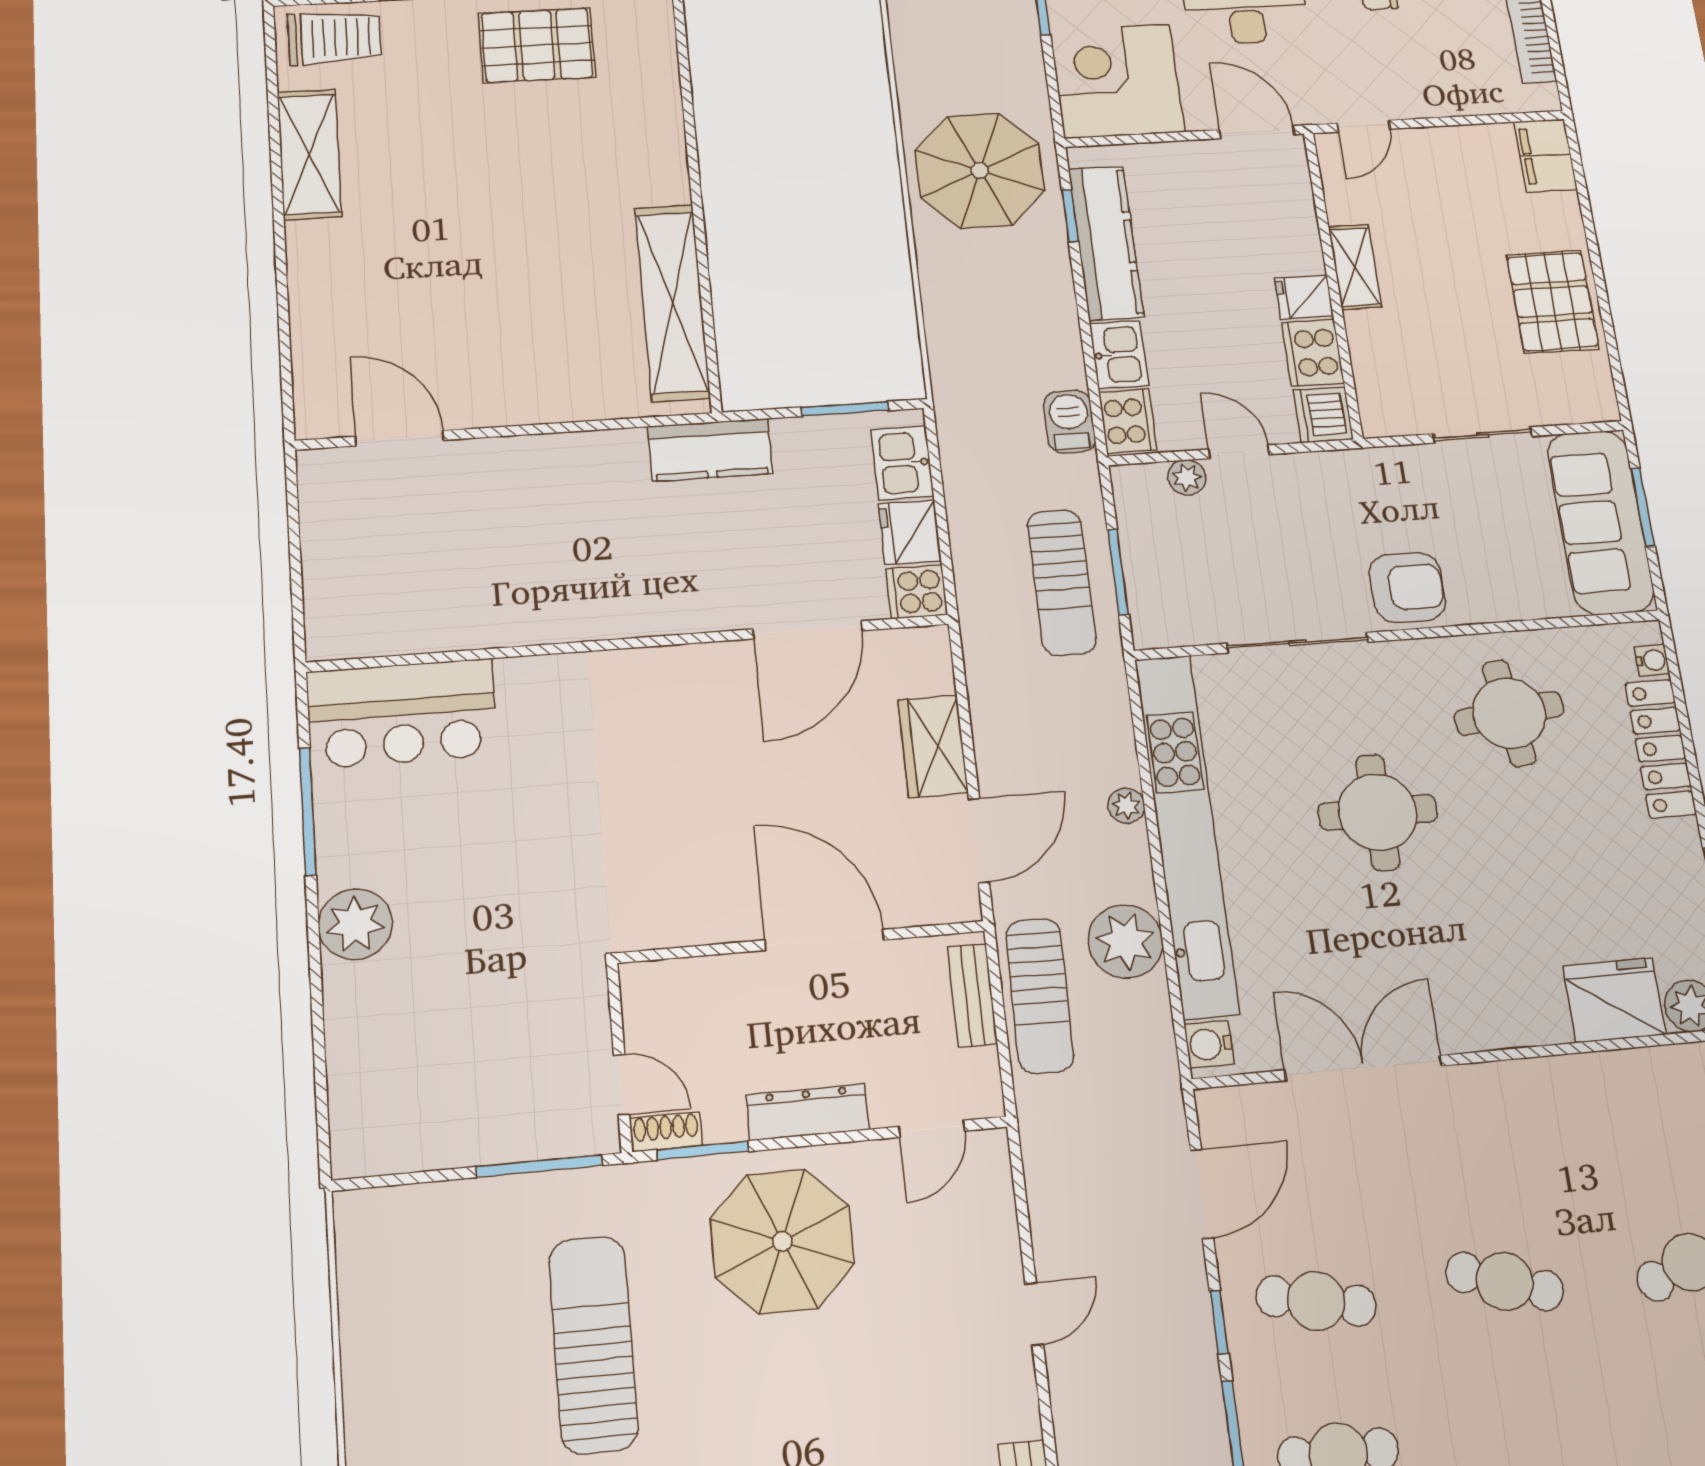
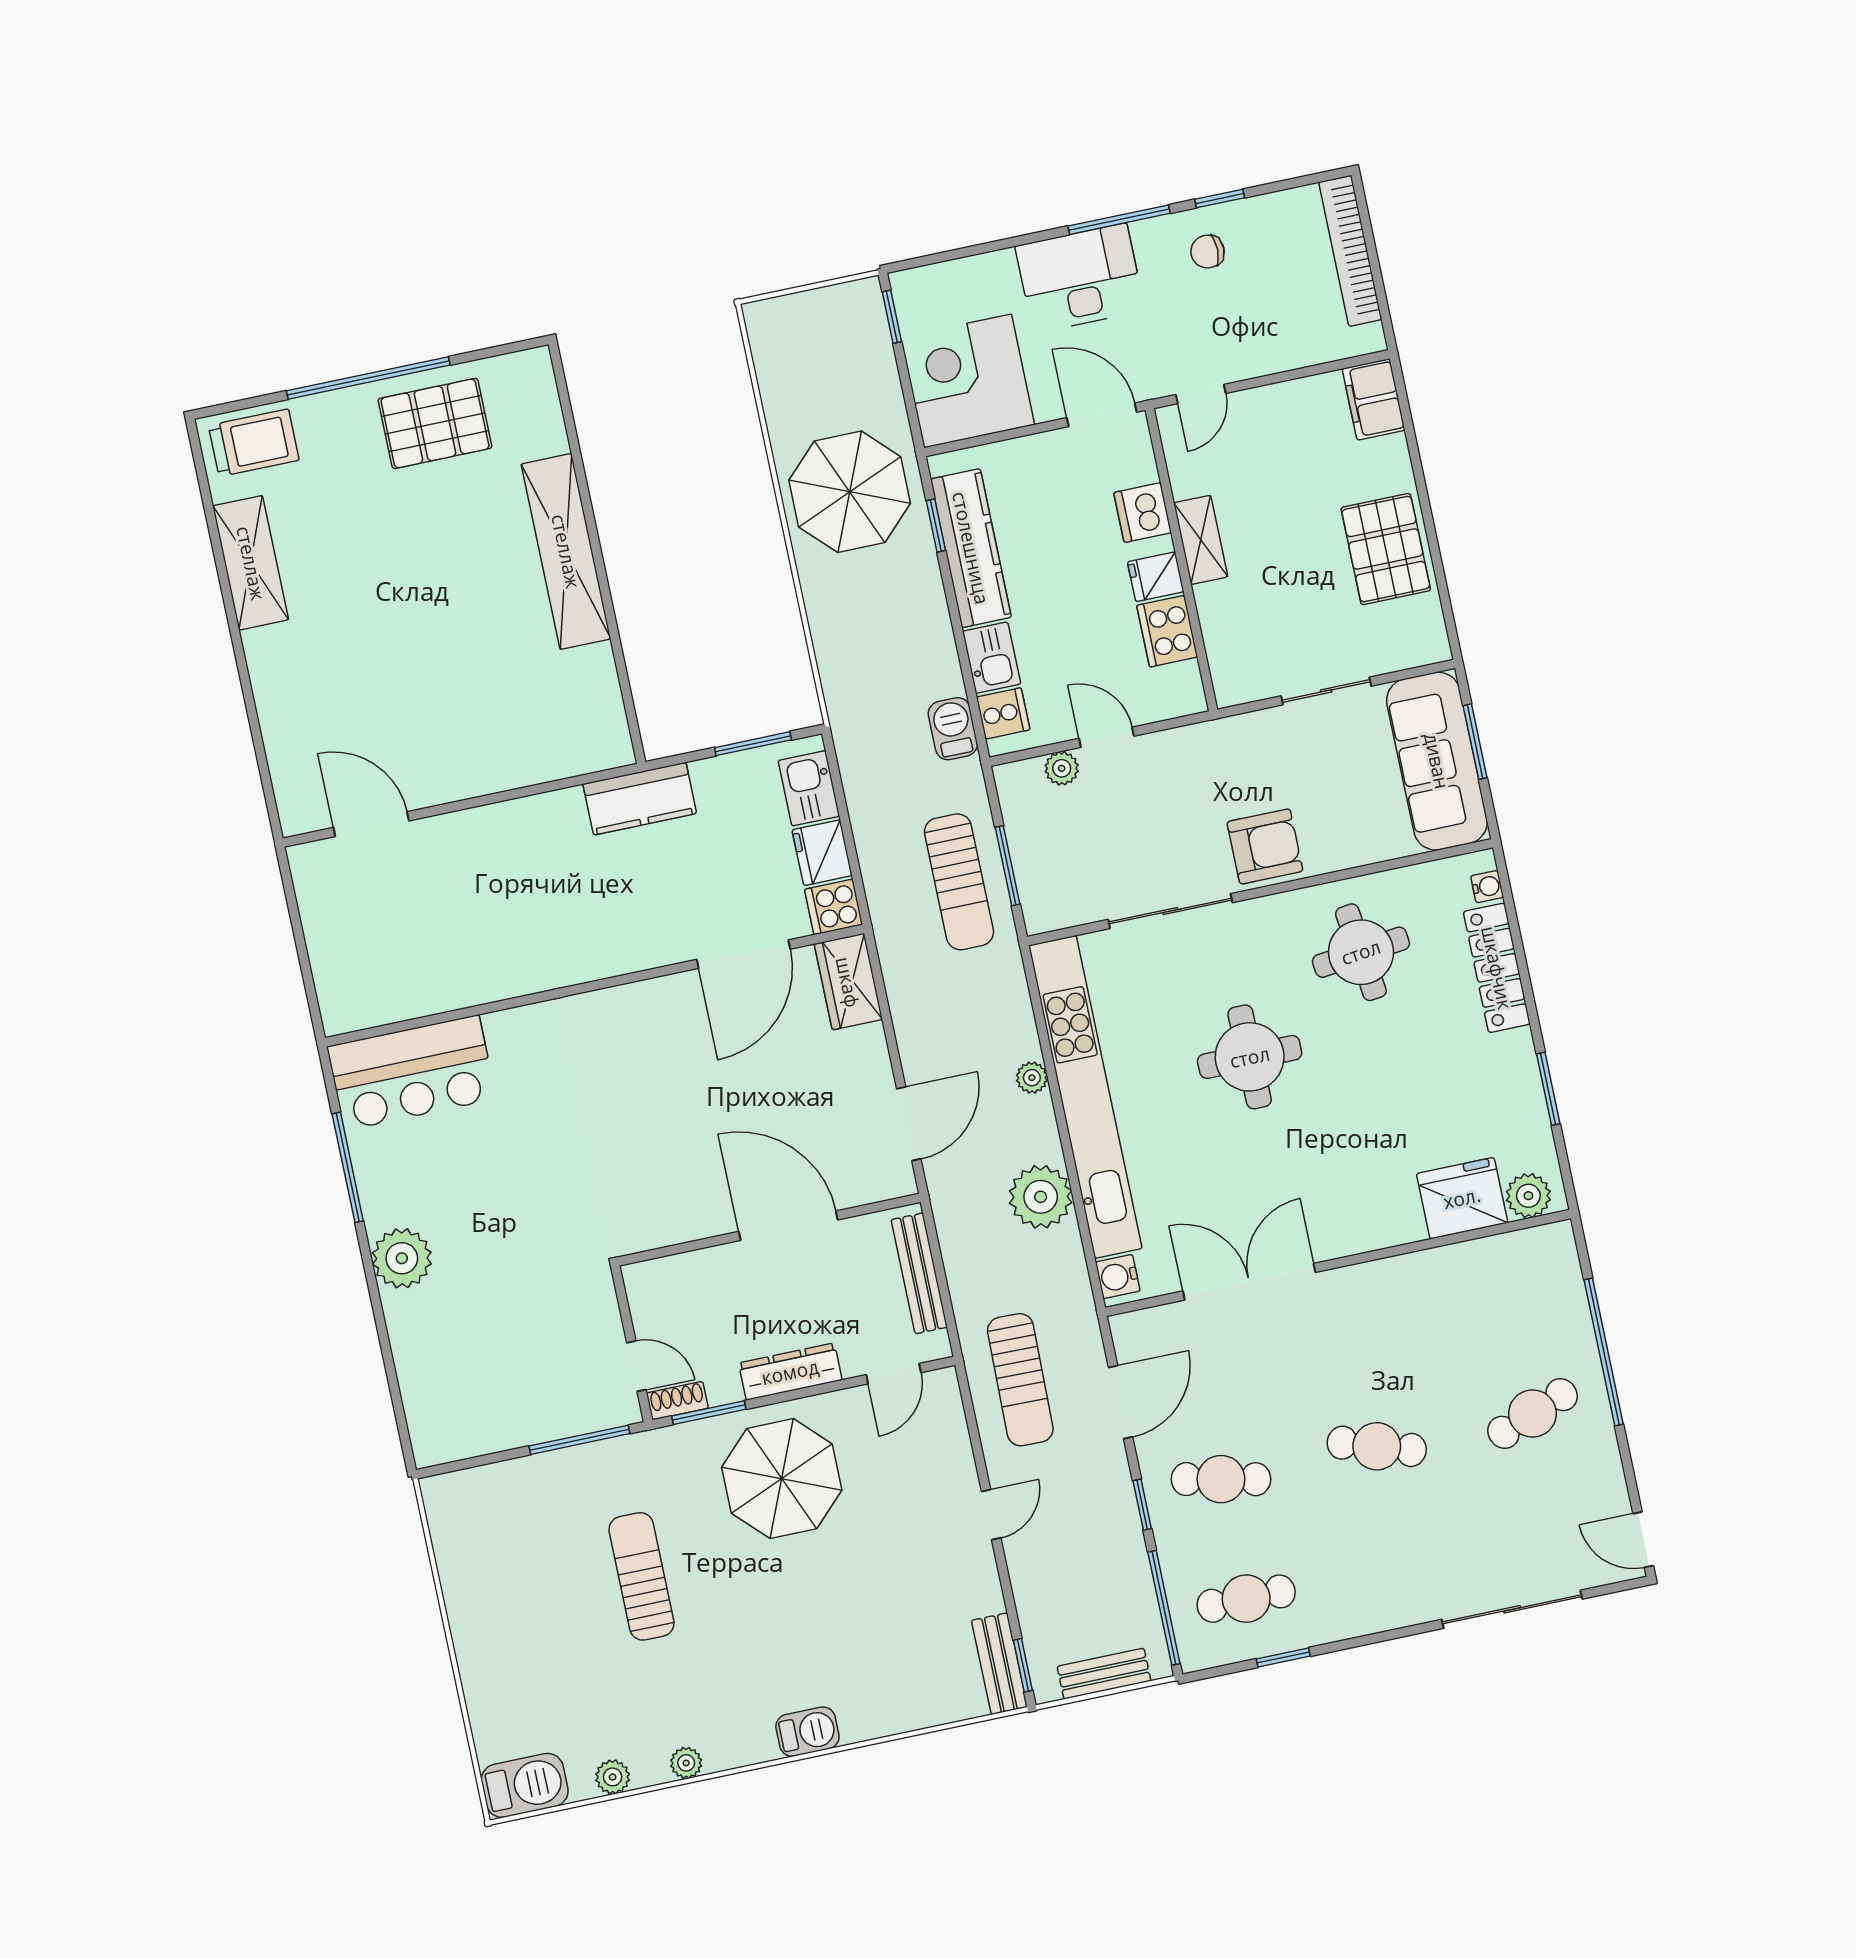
shelving: (672, 303) -> (566, 551), moved
dishwasher: (1323, 414) -> (1143, 513), moved
cooker: (1128, 421) -> (1003, 713), width x0.73
wardrobe: (933, 746) -> (848, 982), moved
bench: (972, 995) -> (919, 1273), width x1.36
sun lounger: (1040, 996) -> (1020, 1380), moved
sun lounger: (593, 1345) -> (642, 1576), width x0.73, depth x0.75

